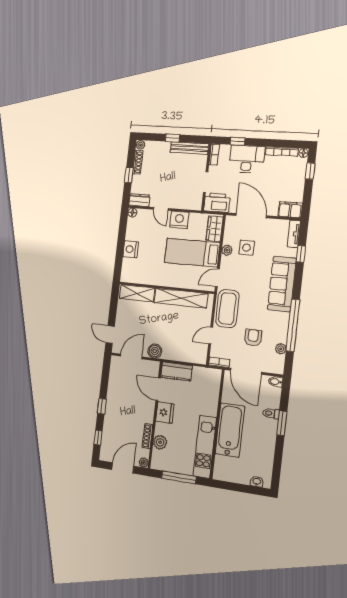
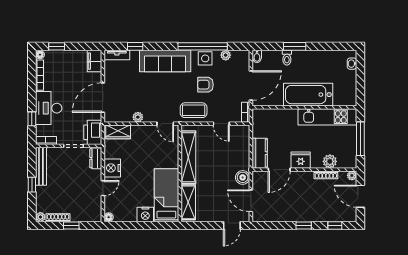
dresser: (139, 200) -> (96, 158), moved
side table: (247, 248) -> (205, 58), moved
bed: (192, 253) -> (166, 195), moved, turned 180
coffee table: (227, 309) -> (194, 110), width x0.73, depth x0.76
armchair: (253, 338) -> (206, 85), moved

